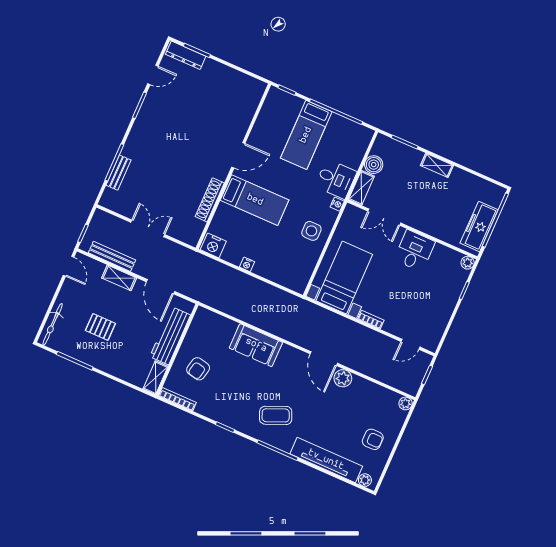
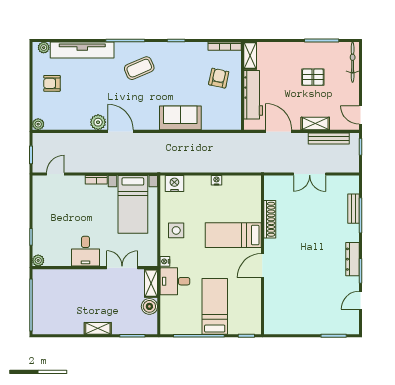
dresser: (186, 55) -> (352, 259), moved, turned -90
freezer: (479, 226) -> (42, 294), removed
nightstand: (213, 245) -> (174, 184), moved

